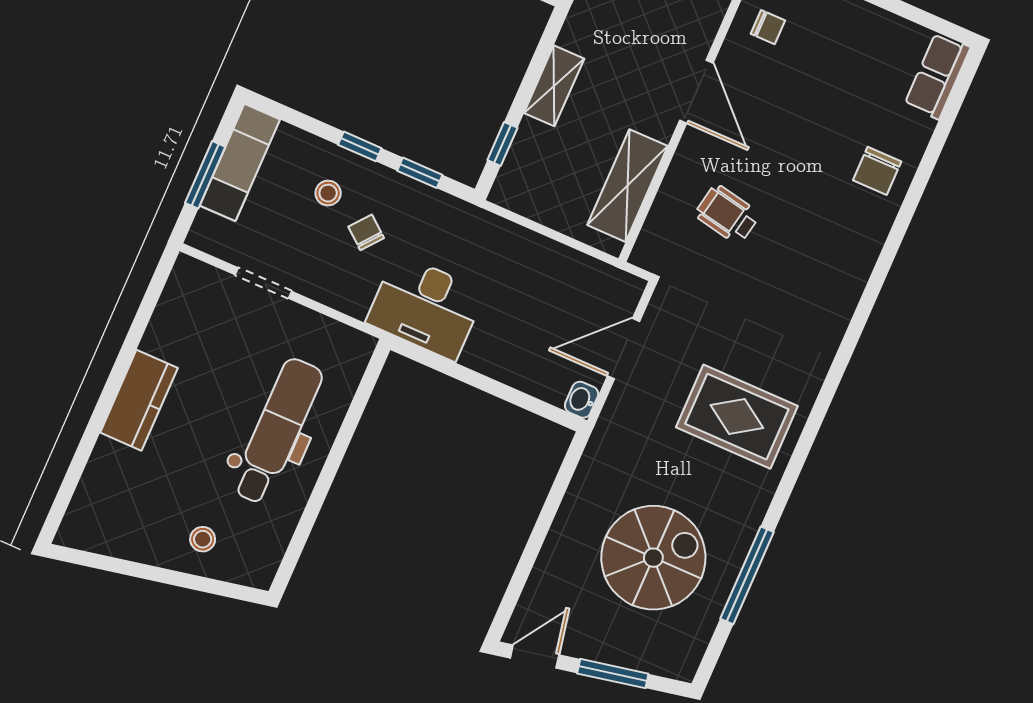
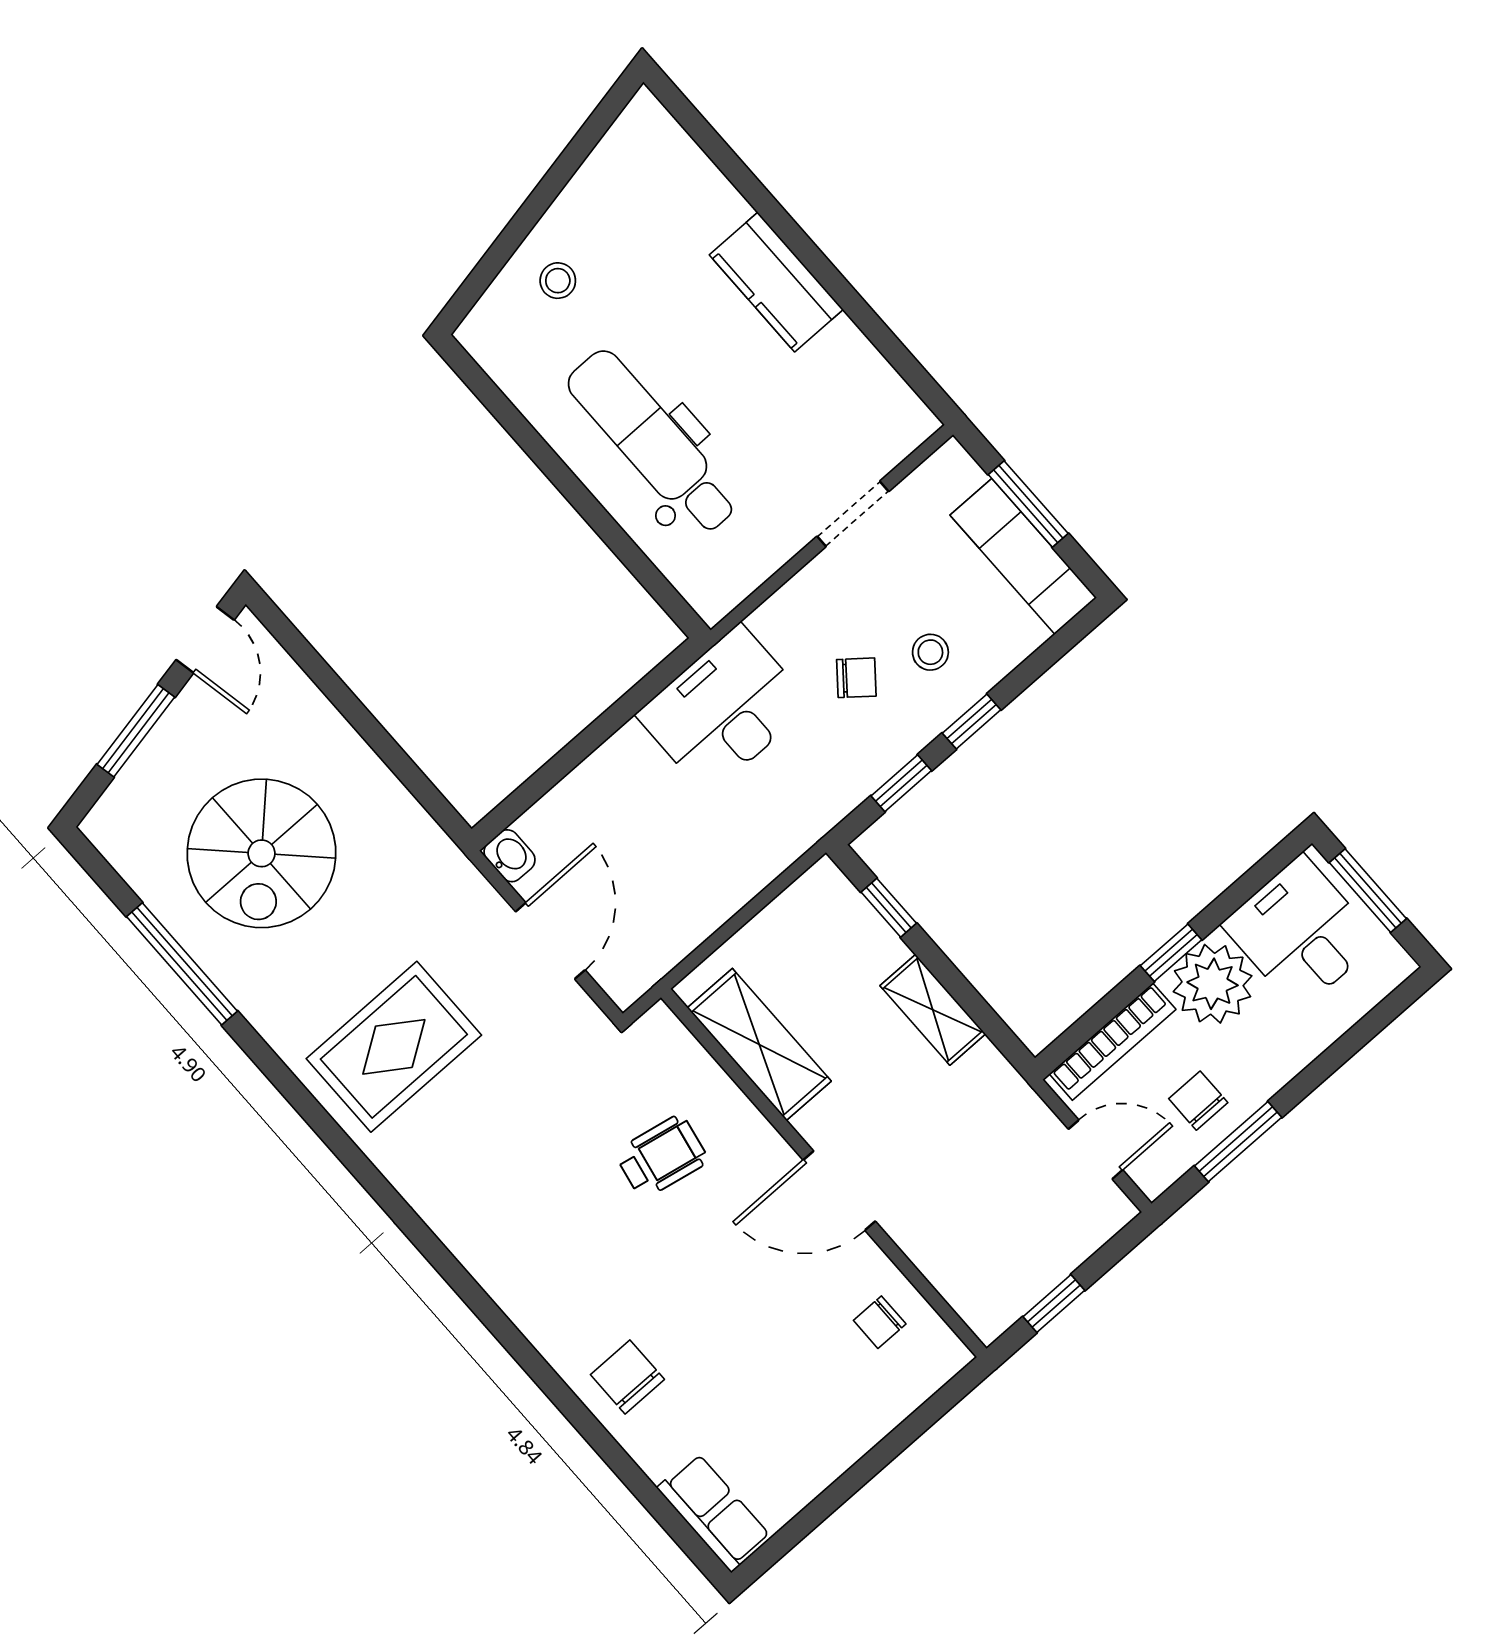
dental chair: (277, 431) -> (653, 442), turned 180

